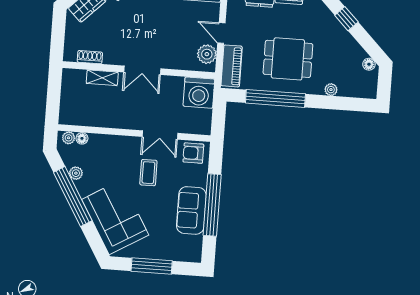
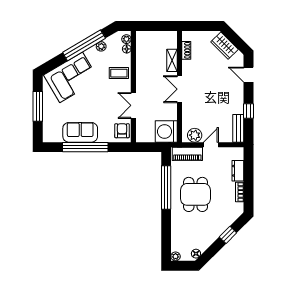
plant: (331, 90) -> (176, 256), moved
coffee table: (148, 173) -> (119, 73), moved

